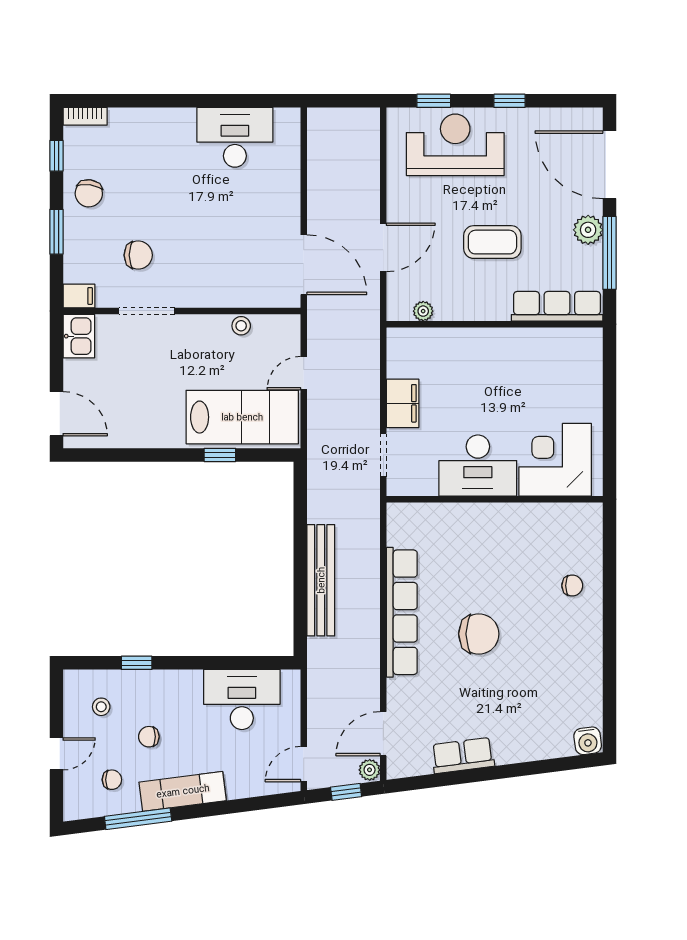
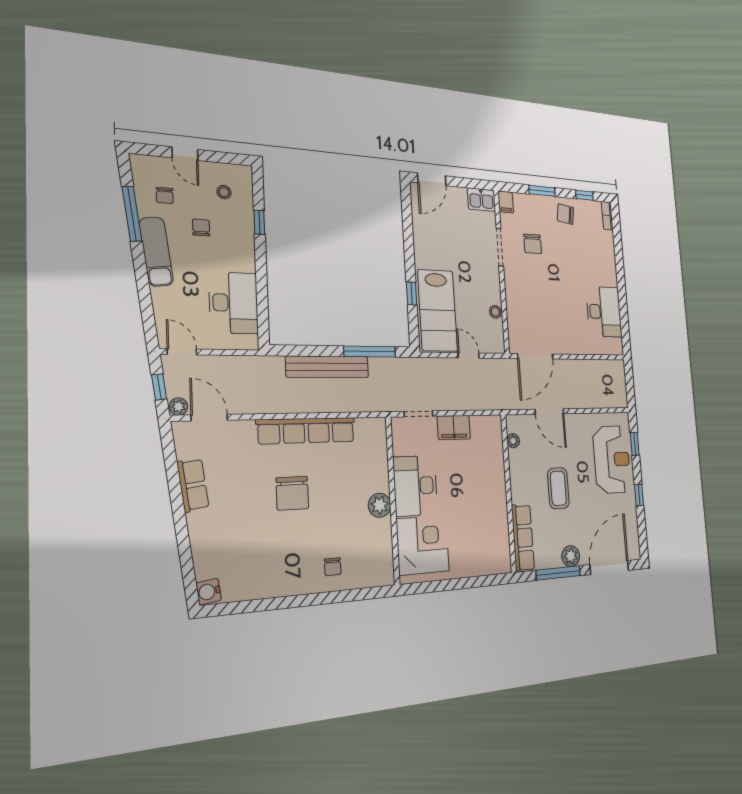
plant: (500, 518) -> (380, 505), added
window: (300, 521) -> (370, 352), added

